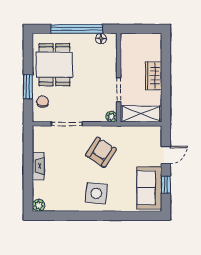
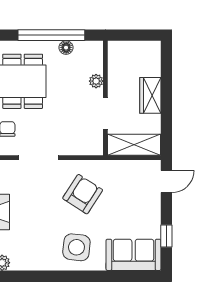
floor lamp: (101, 39) -> (66, 48), moved
plant: (111, 117) -> (96, 81), moved
door: (166, 155) -> (166, 181), moved
sofa: (149, 188) -> (134, 255), moved, turned 90

